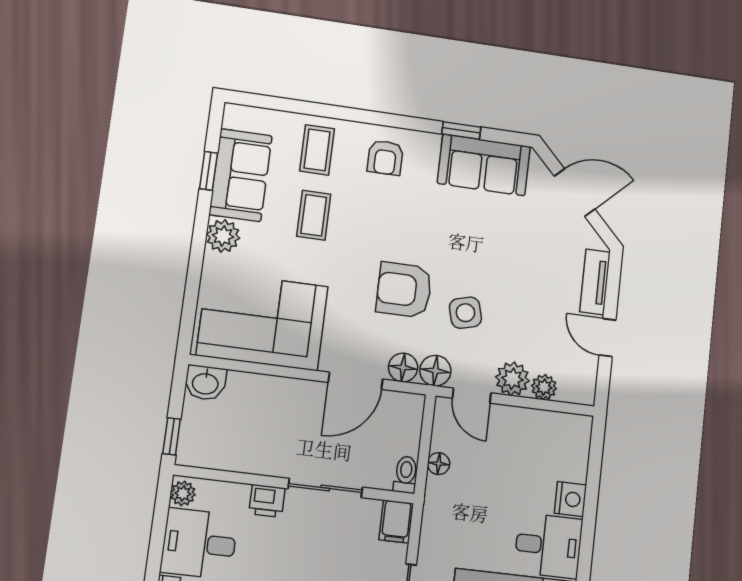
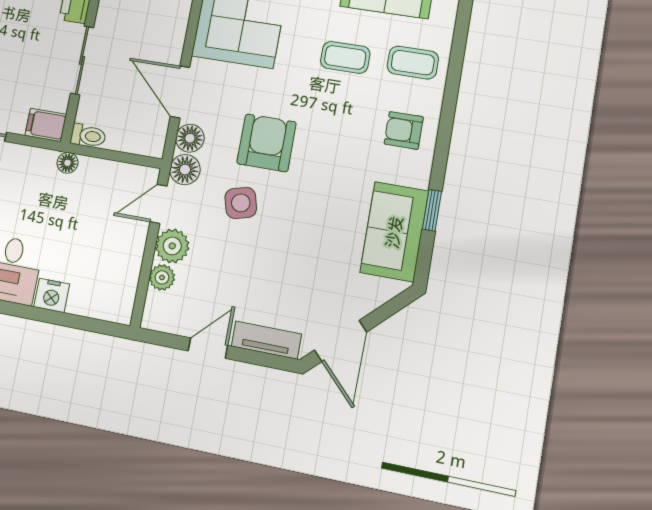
door: (575, 193) -> (340, 341), moved
floor lamp: (439, 464) -> (67, 163), moved

